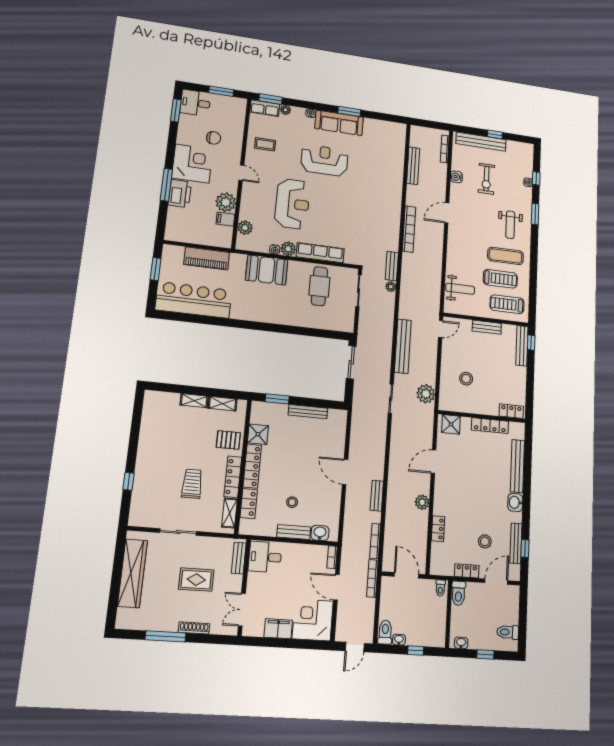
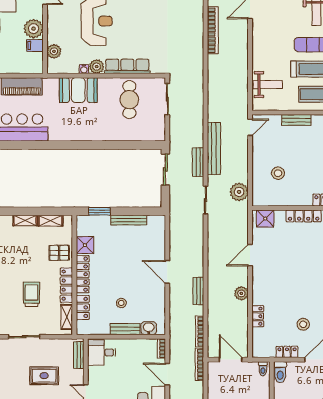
bench: (392, 266) -> (198, 162), moved
plant: (391, 287) -> (198, 91), removed

